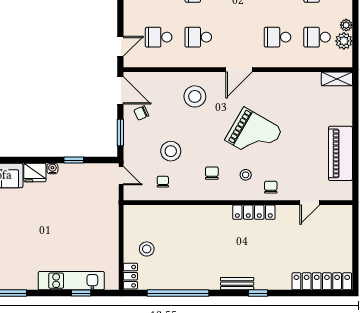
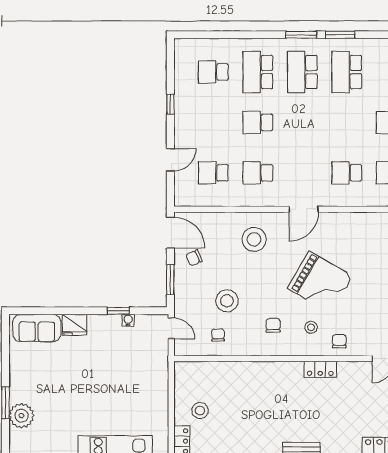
door: (120, 46) -> (170, 160), moved
water cooler: (52, 169) -> (128, 320), moved
locker: (254, 212) -> (320, 369), width x0.66

